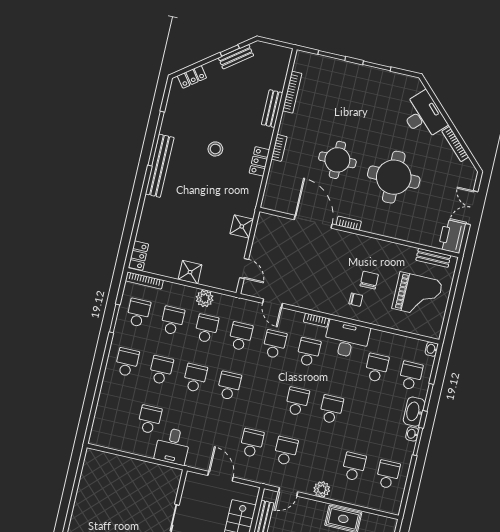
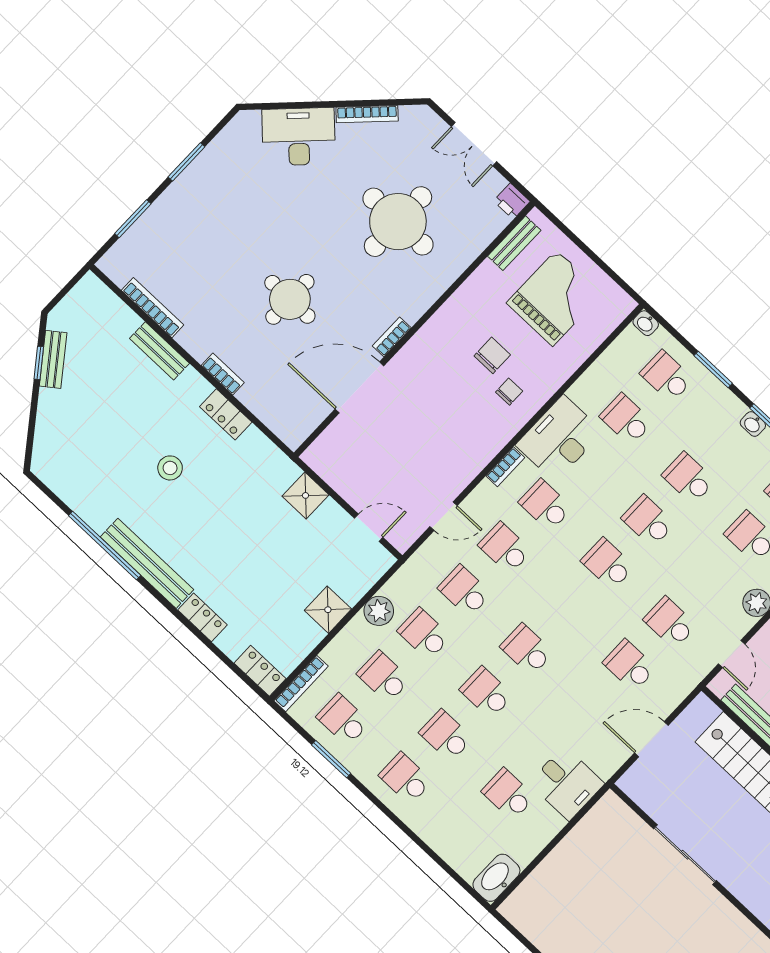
locker: (192, 77) -> (202, 617), moved, turned -53
round table: (394, 177) -> (398, 222), moved
printer: (452, 236) -> (512, 201), width x0.53, depth x0.68
chair: (369, 280) -> (492, 355), turned 90
washbasin: (414, 412) -> (496, 878), moved, turned 90
school desk: (365, 417) -> (689, 478), added

